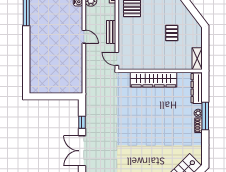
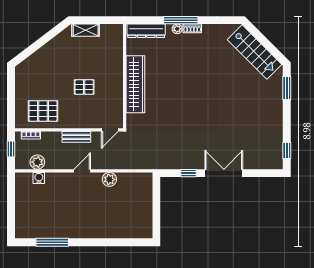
pallet: (172, 33) -> (84, 87), moved
plant: (77, 59) -> (109, 179), added
shelving: (197, 59) -> (86, 30), moved
double door: (82, 151) -> (224, 173), swing flipped

